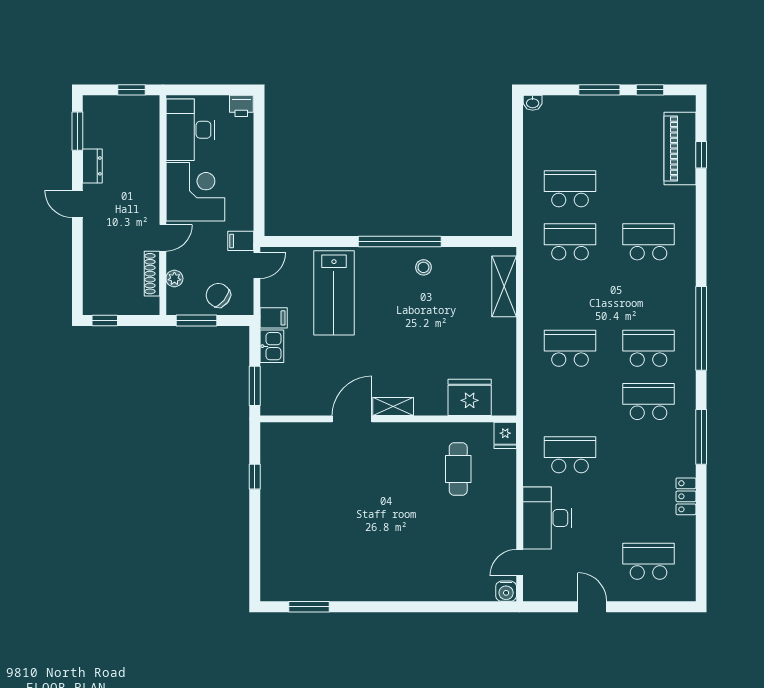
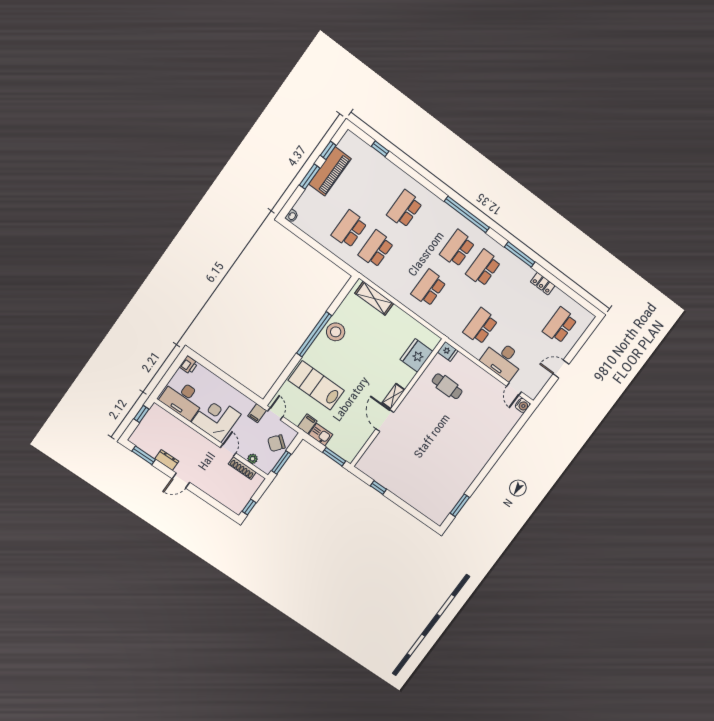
piano: (680, 148) -> (330, 171), moved, turned -90
stool: (423, 267) -> (336, 332), width x1.89, depth x1.89
lab bench: (334, 293) -> (316, 385), turned 180

